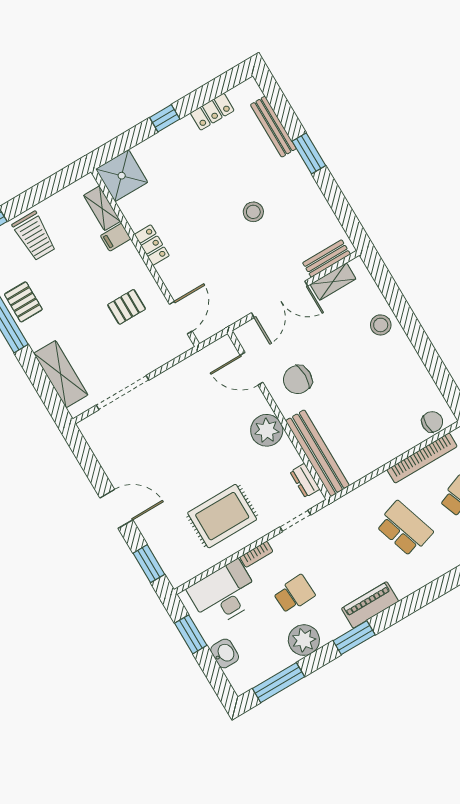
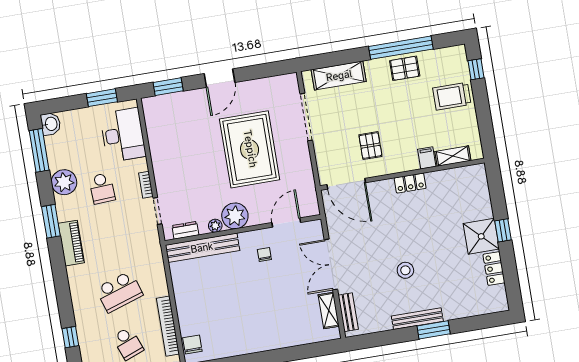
bench: (273, 127) -> (417, 319), moved
shower: (122, 176) -> (481, 236), moved
door: (181, 318) -> (346, 184), width x1.36
stool: (381, 325) -> (282, 334), removed
chair: (298, 380) -> (264, 254), width x0.54, depth x0.54
chair: (432, 422) -> (192, 345), turned 180
plant: (287, 448) -> (215, 226), added
rug: (222, 516) -> (250, 149), moved, width x1.37, depth x1.44
bookcase: (256, 554) -> (146, 185), moved
washbasin: (225, 653) -> (51, 124), moved, turned -90

